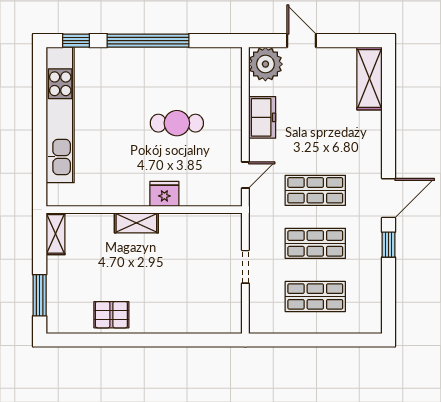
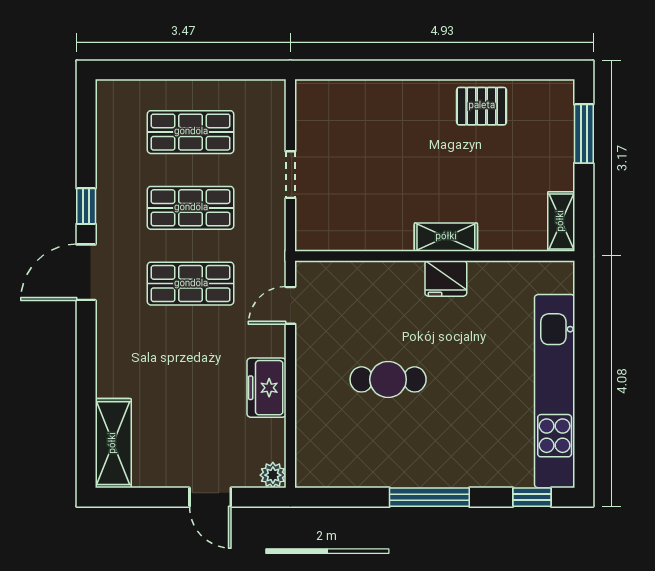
window: (148, 41) -> (429, 497), width x0.68
plant: (265, 64) -> (273, 475), width x0.53, depth x0.53
fridge: (164, 194) -> (446, 278), moved

